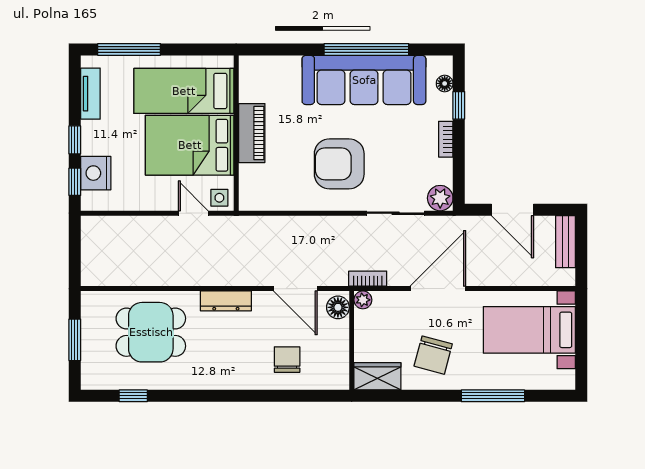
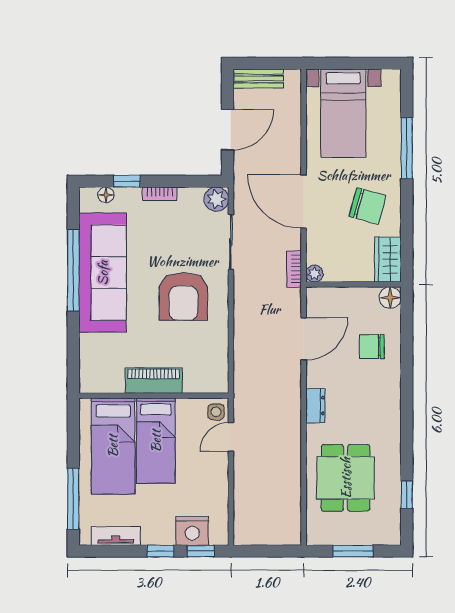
bed: (190, 145) -> (156, 441), width x0.67
dresser: (226, 301) -> (315, 406), width x0.70
floor lamp: (338, 307) -> (390, 298), moved

